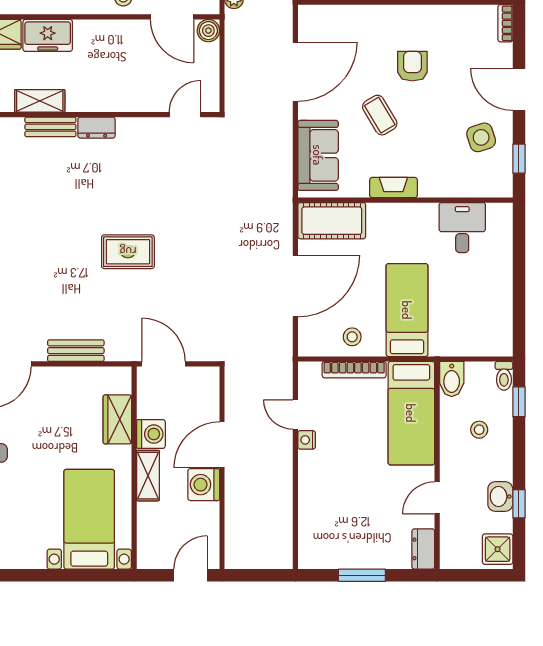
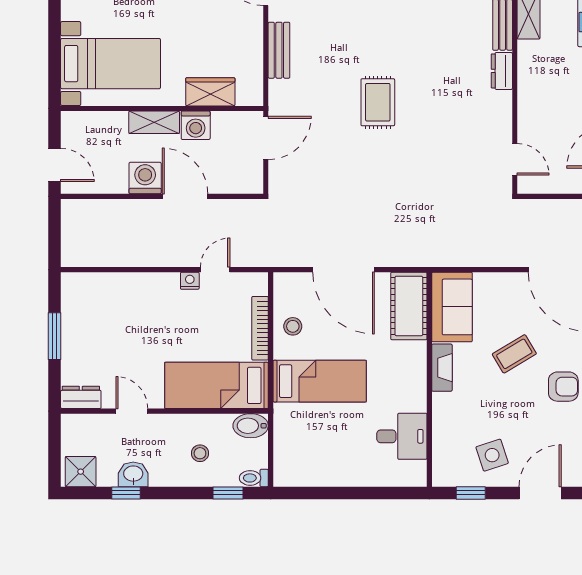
sofa: (318, 155) -> (452, 307), moved, turned -90

